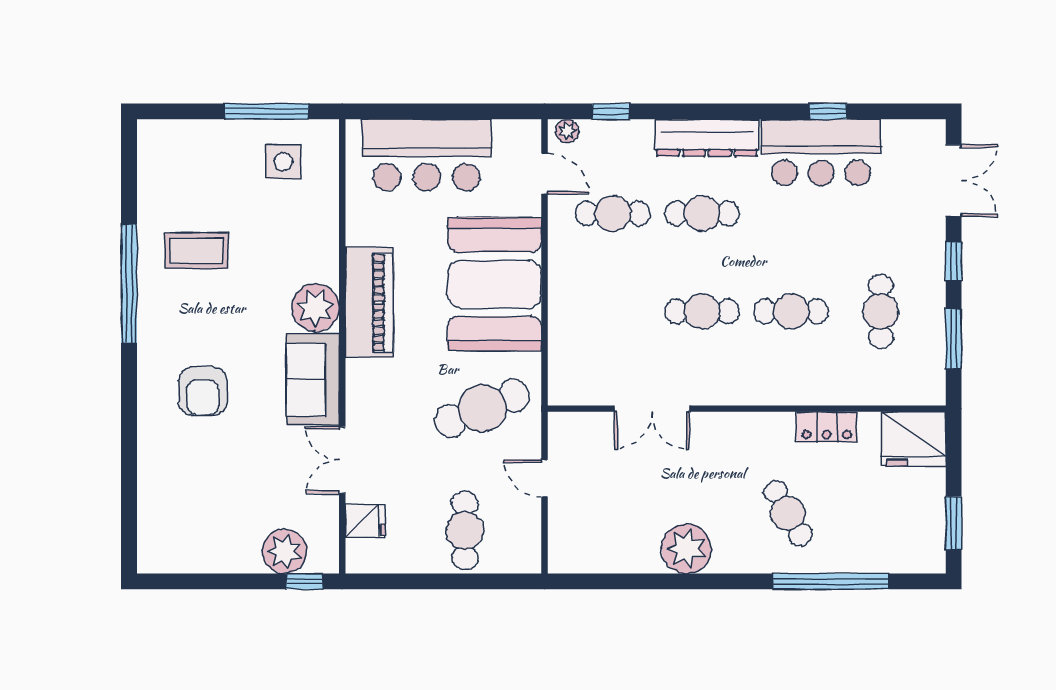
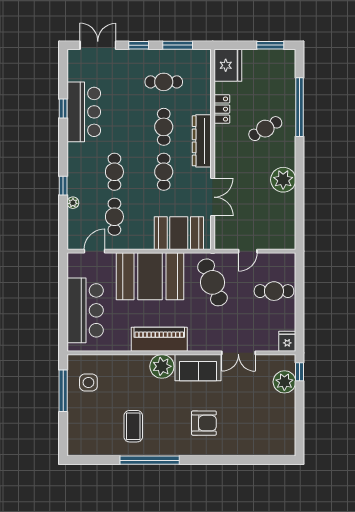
window: (611, 111) -> (63, 186), moved
plant: (567, 131) -> (73, 203), moved
dresser: (707, 138) -> (202, 141), moved, turned 180
booth: (580, 341) -> (179, 233), added
fridge: (365, 521) -> (287, 341), moved

